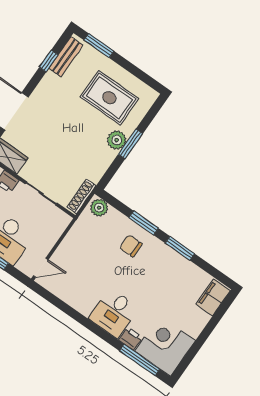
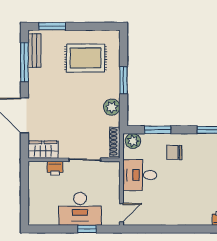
window: (49, 61) -> (24, 62), width x2.17
plant: (117, 140) -> (112, 107), moved
window: (144, 223) -> (158, 130), moved
desk: (114, 313) -> (140, 175), moved, turned 90

